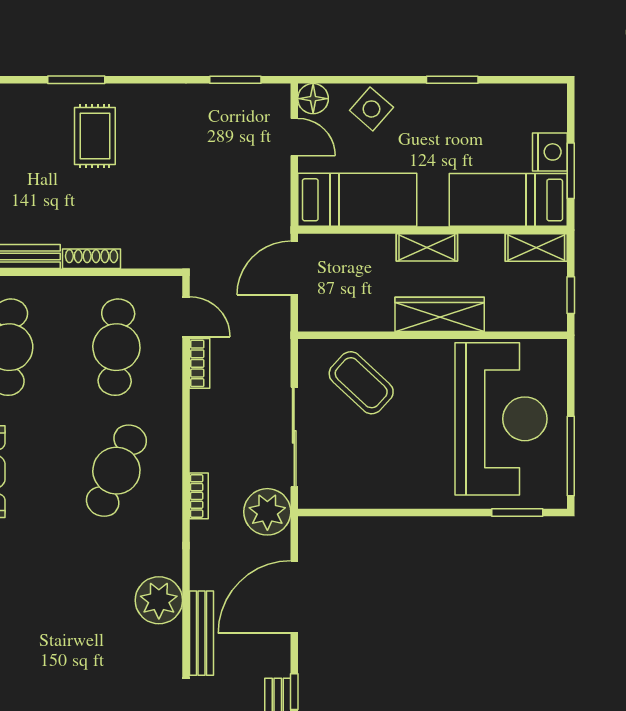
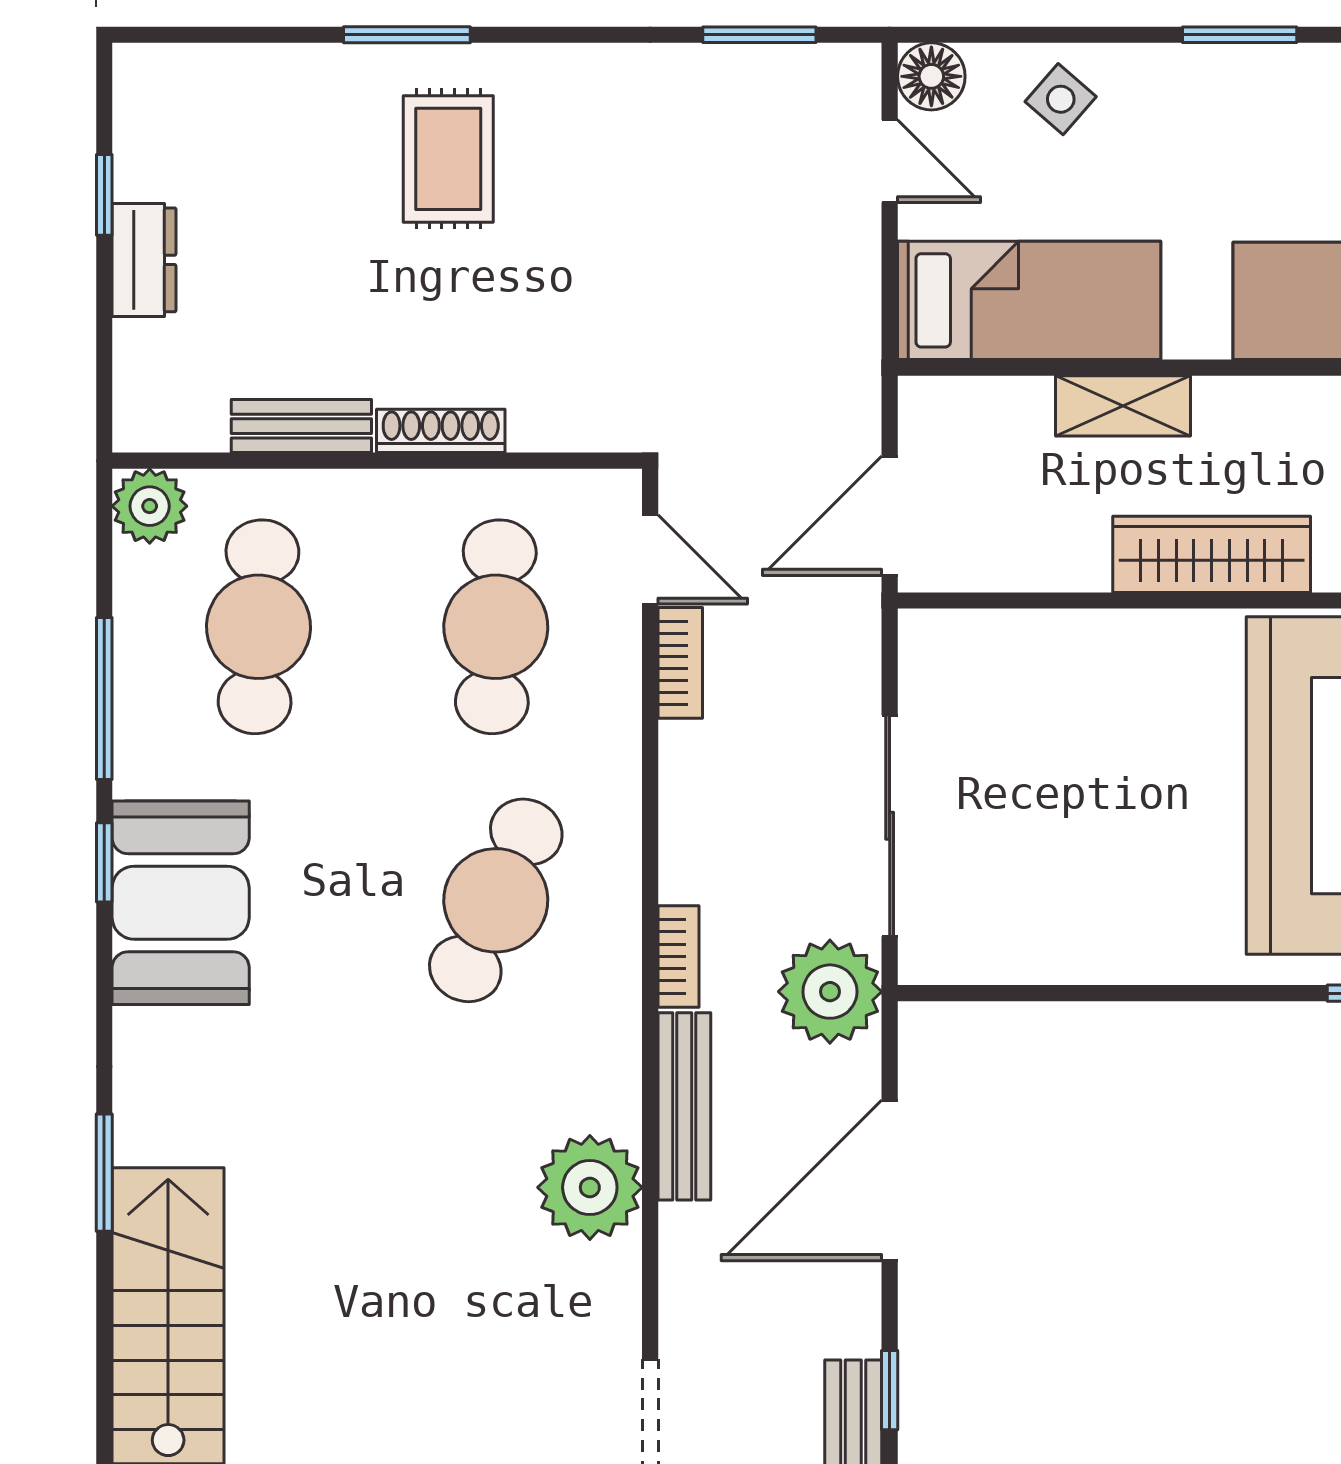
side table: (371, 109) -> (1061, 99), width x0.73, depth x0.73
shelving: (427, 247) -> (1123, 406), moved
door: (294, 268) -> (890, 516), moved
coffee table: (361, 383) -> (1038, 706), removed
bench: (201, 633) -> (684, 1106), moved

